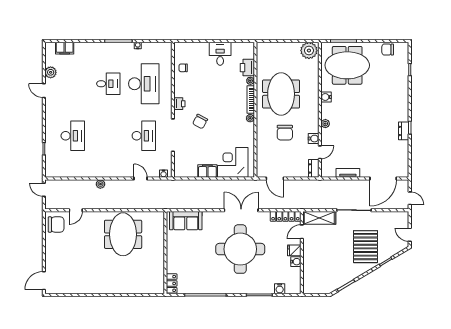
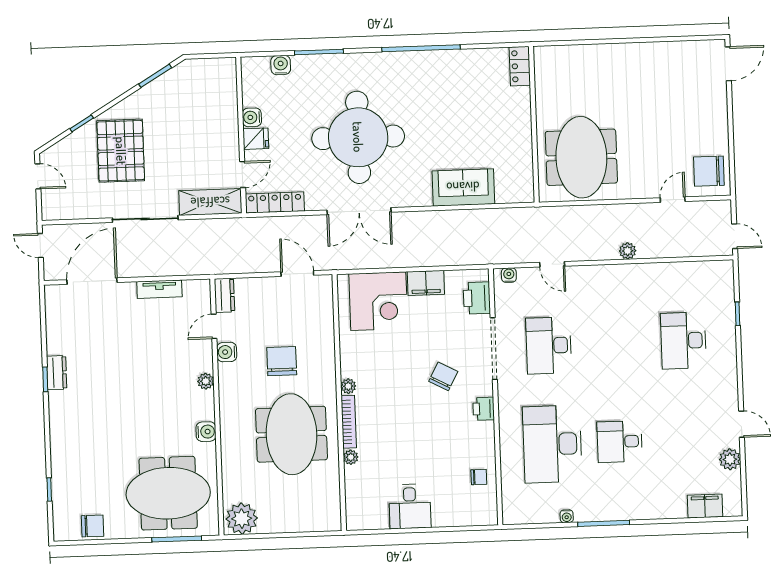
printer: (247, 68) -> (477, 298), moved, turned 180
wall: (165, 253) -> (534, 124), moved
locker: (172, 283) -> (520, 66), moved

